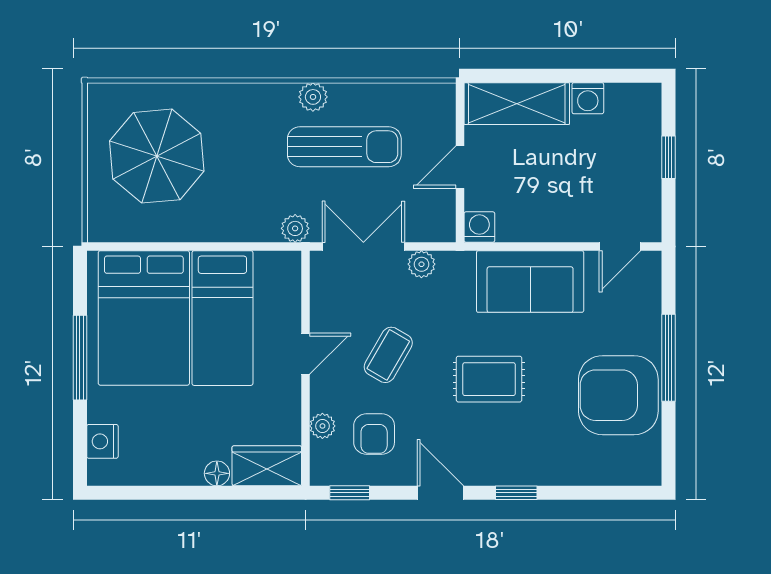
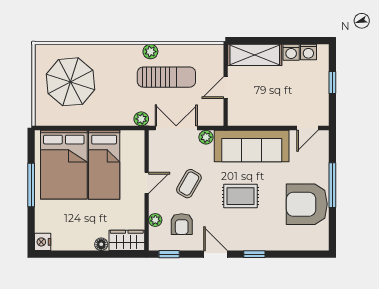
washing machine: (479, 227) -> (308, 52), moved, turned 180
sofa: (530, 282) -> (252, 146), width x1.36
nightstand: (102, 441) -> (43, 242), moved

